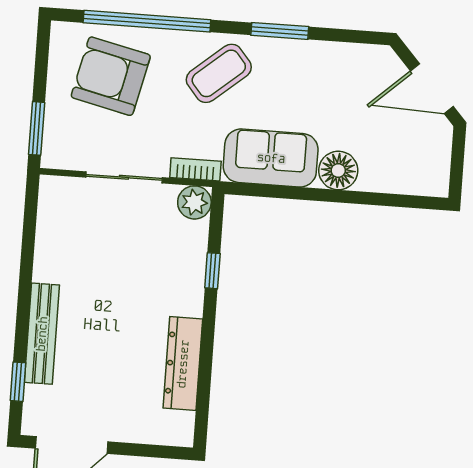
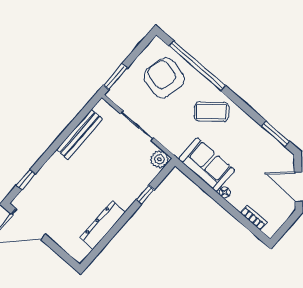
window: (280, 31) -> (276, 134), moved
bookcase: (195, 169) -> (254, 218), moved
floor lamp: (338, 170) -> (225, 192), width x0.53, depth x0.53
bench: (42, 334) -> (80, 134), moved

